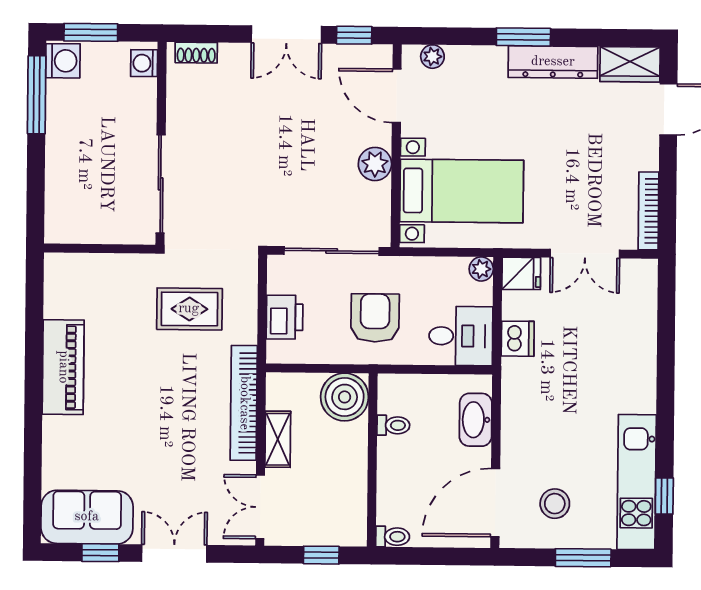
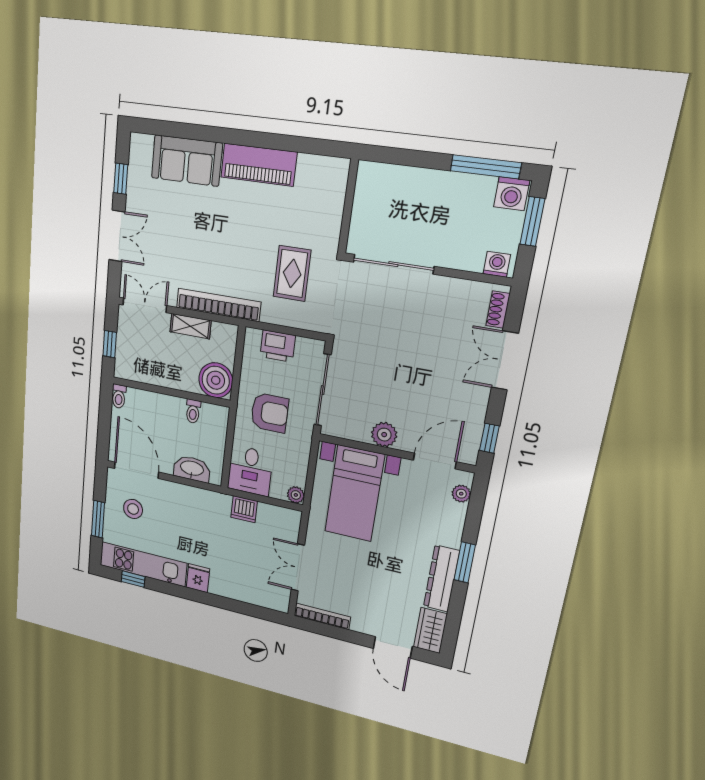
double door: (286, 34) -> (505, 360), moved
fridge: (521, 273) -> (198, 578), moved, turned 180
sofa: (87, 517) -> (187, 161), moved, turned 90

